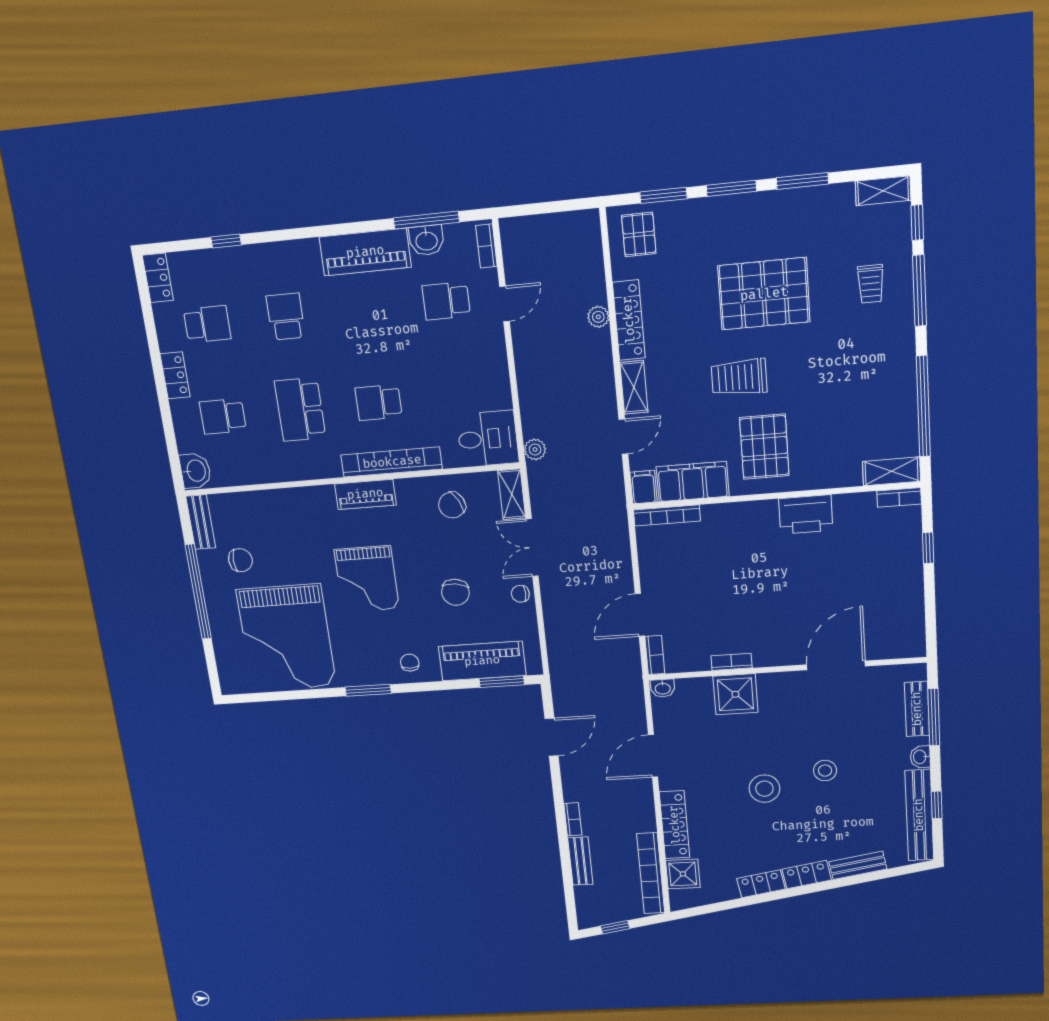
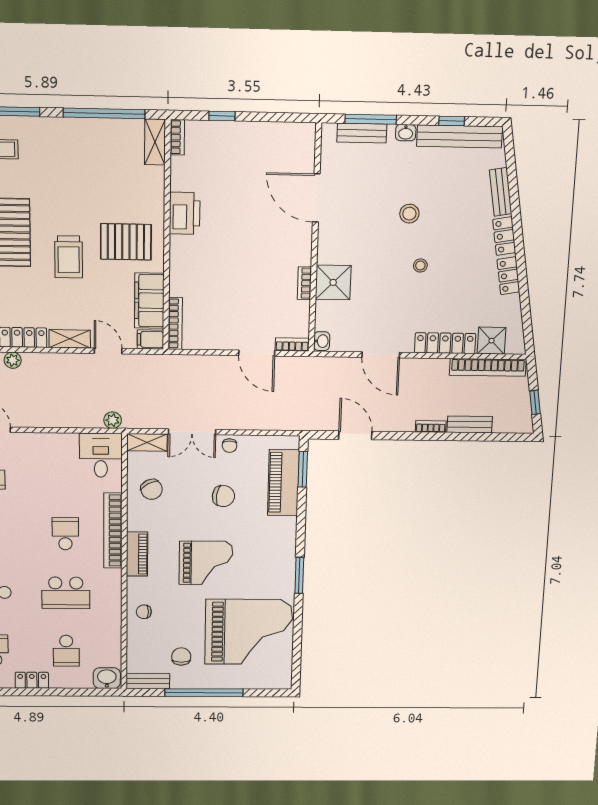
school desk: (379, 402) -> (65, 534), turned 180
chair: (410, 663) -> (144, 612), moved
stool: (764, 789) -> (420, 265), width x0.53, depth x0.53

